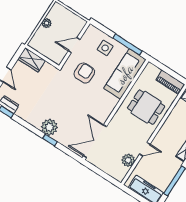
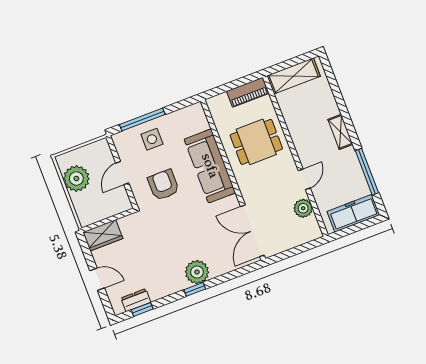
plant: (47, 23) -> (76, 179), width x1.88, depth x1.88
window: (128, 45) -> (142, 120), moved
sofa: (125, 74) -> (210, 166), moved
window: (50, 140) -> (195, 289), moved

